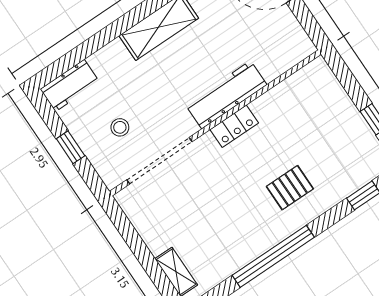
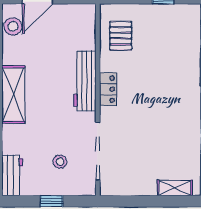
pallet: (290, 188) -> (121, 36), moved

